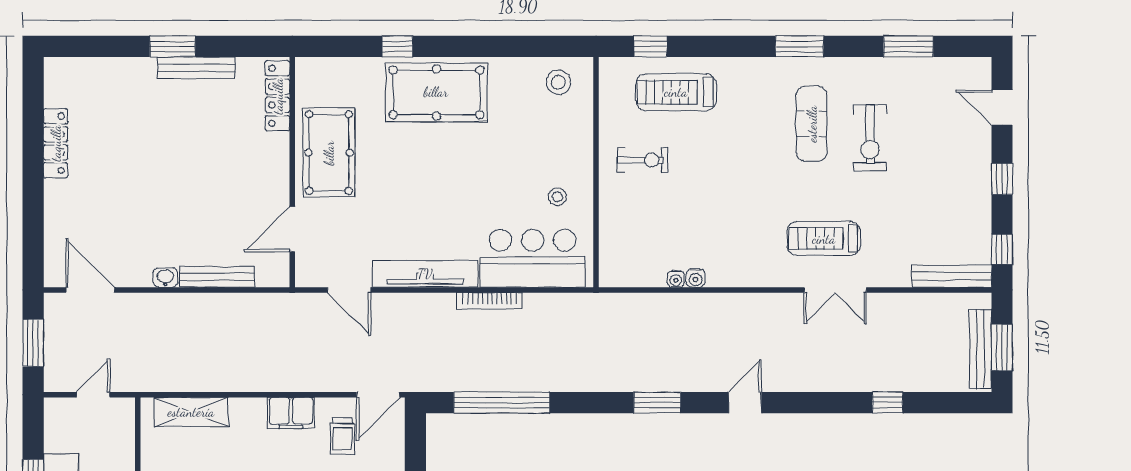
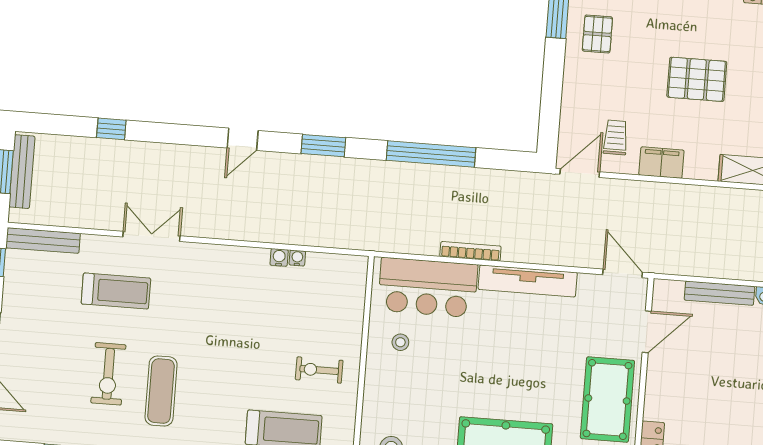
exercise bike: (870, 138) -> (108, 374), turned 180
treadmill: (824, 239) -> (116, 291), moved
door: (349, 290) -> (623, 273), moved
window: (502, 403) -> (431, 154), moved

